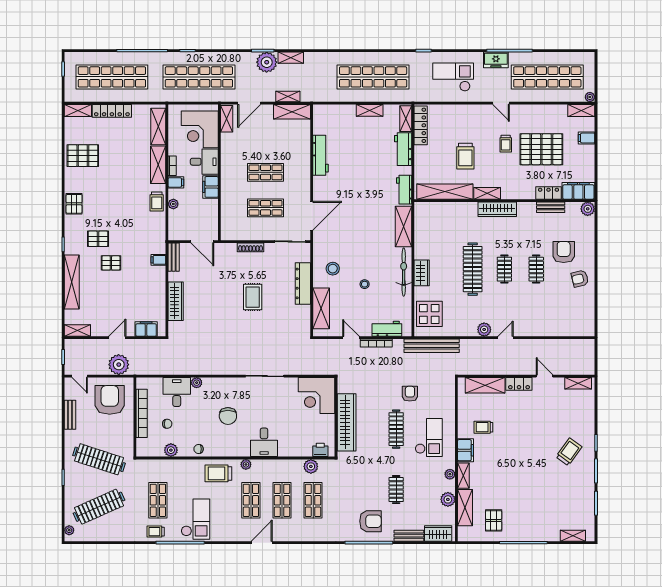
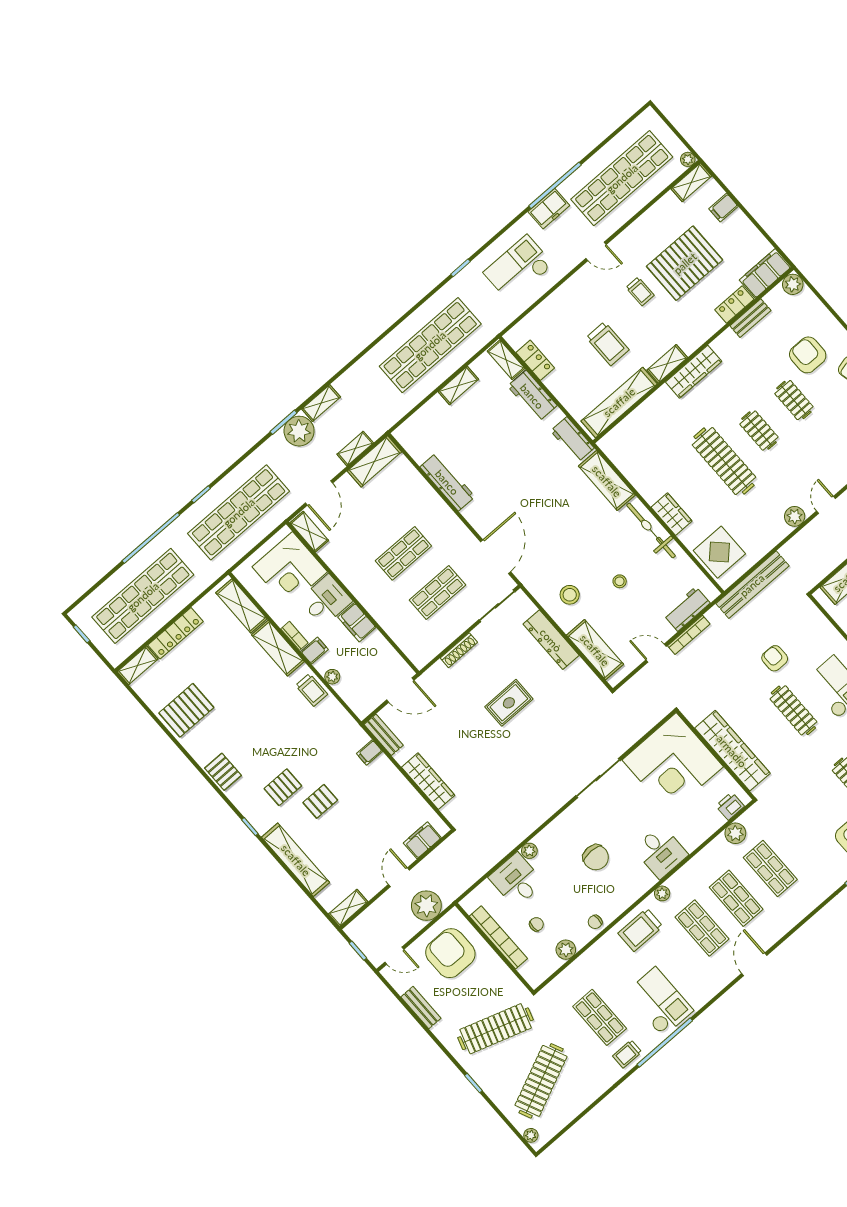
locker: (421, 125) -> (535, 360), width x0.66
rug: (253, 297) -> (509, 703), turned 90
corner desk: (317, 395) -> (673, 763), width x1.36, depth x1.36

